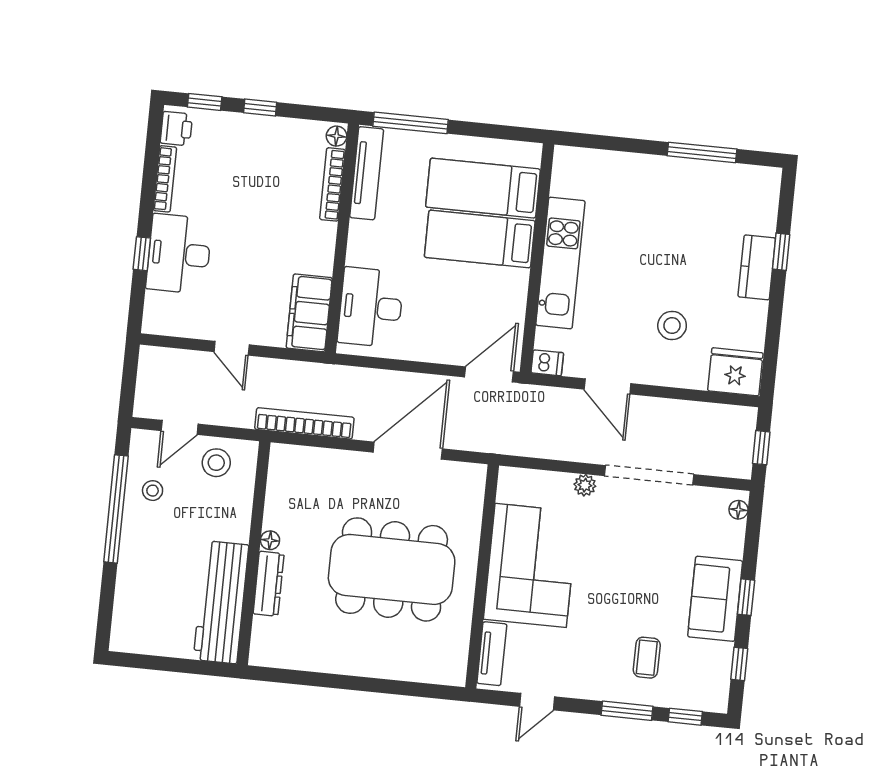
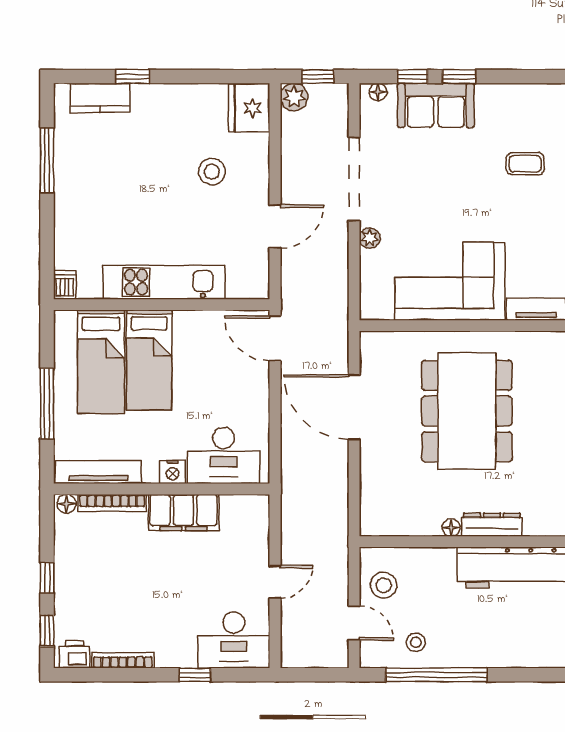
window: (411, 123) -> (47, 403), moved
nightstand: (359, 252) -> (173, 472), added
desk: (179, 254) -> (234, 640), moved
kitchen counter: (757, 267) -> (100, 98), moved
filing cabinet: (309, 313) -> (184, 513), moved
dishwasher: (547, 363) -> (65, 285), moved
plant: (742, 420) -> (294, 97), added
bookcase: (304, 423) -> (338, 506), removed
sofa: (715, 599) -> (436, 105), moved
window: (739, 664) -> (412, 77), moved

